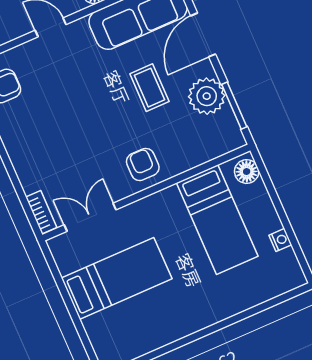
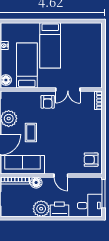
double door: (90, 217) -> (68, 90), moved
bed: (117, 278) -> (50, 45), moved, turned -90

